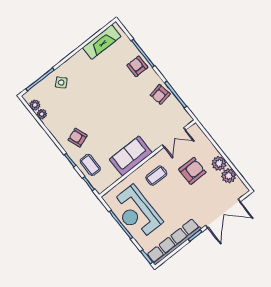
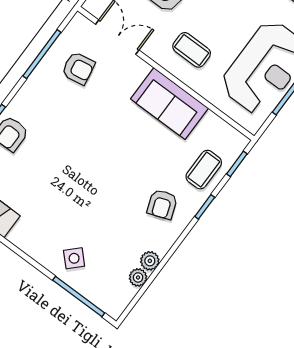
armchair: (160, 94) -> (78, 68), moved
plant: (35, 105) -> (150, 261), moved

